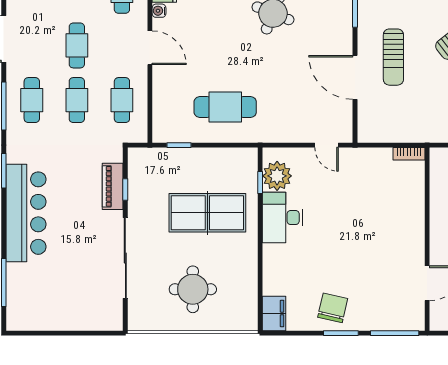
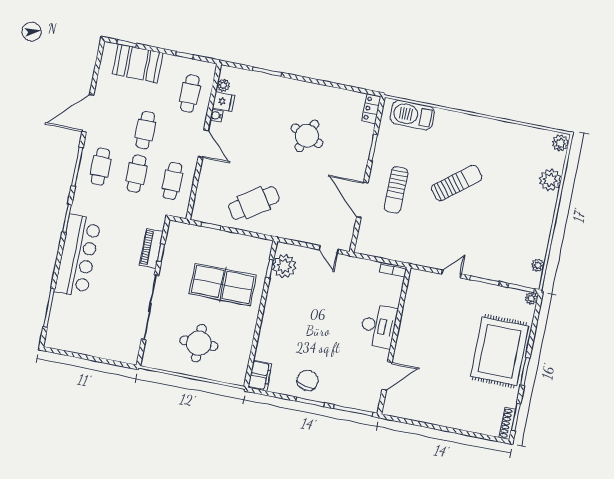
cafe table: (225, 107) -> (254, 203), turned -34
desk: (282, 218) -> (378, 326), moved, turned 180

